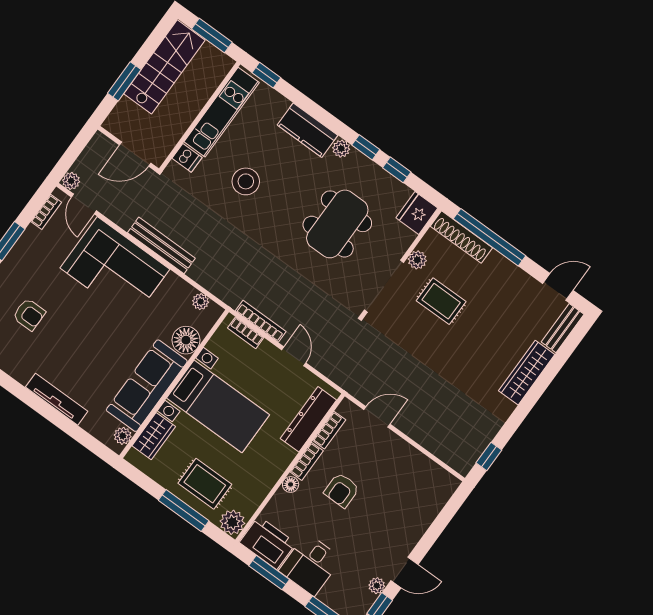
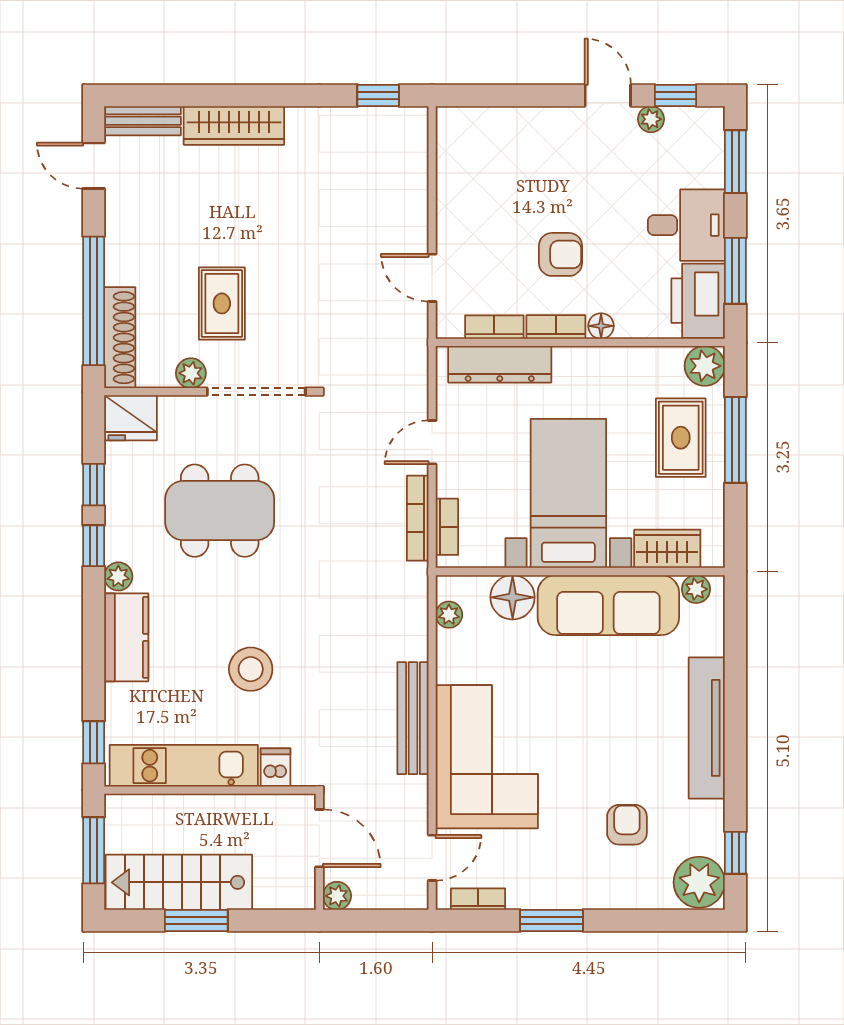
window: (124, 81) -> (196, 921), moved
plant: (71, 181) -> (337, 896), moved
tv unit: (57, 399) -> (707, 728), width x1.36, depth x1.29

